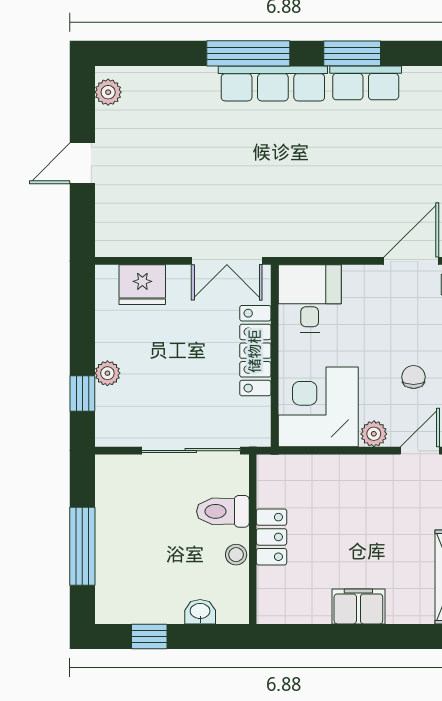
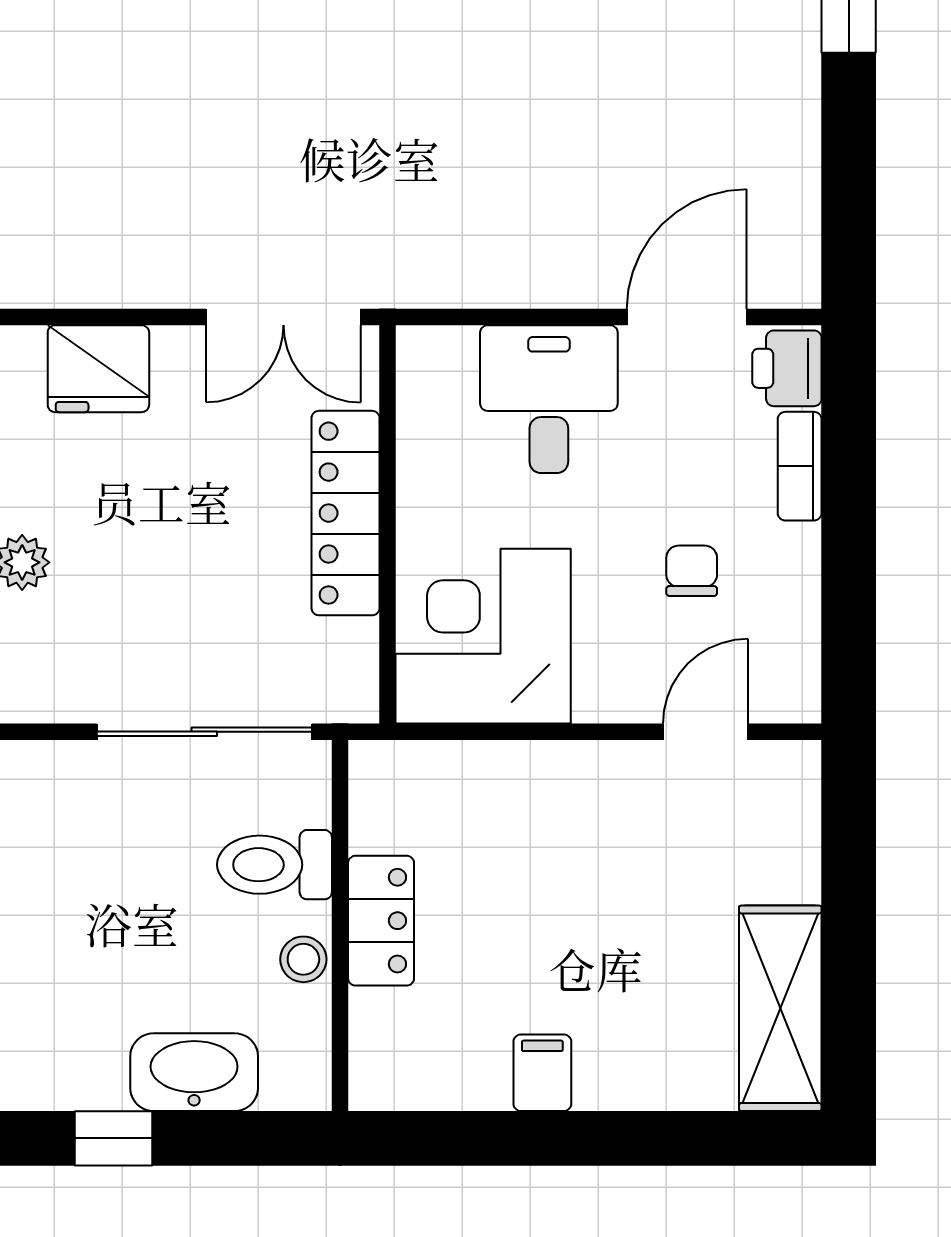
desk: (310, 299) -> (549, 399), moved
plant: (374, 434) -> (605, 695), removed
filing cabinet: (358, 606) -> (542, 1073), width x0.50
washbasin: (200, 612) -> (194, 1072), width x1.91, depth x1.45

